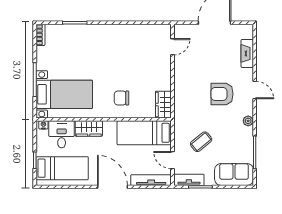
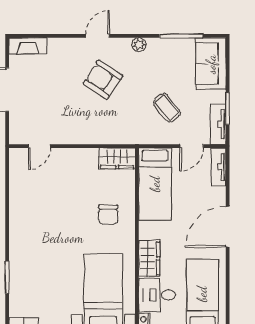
door: (173, 47) -> (39, 146), swing flipped
fireplace: (247, 53) -> (28, 46), moved
armchair: (222, 94) -> (103, 80), turned 124
tv unit: (151, 180) -> (218, 167), width x0.71

